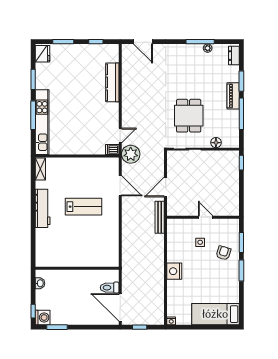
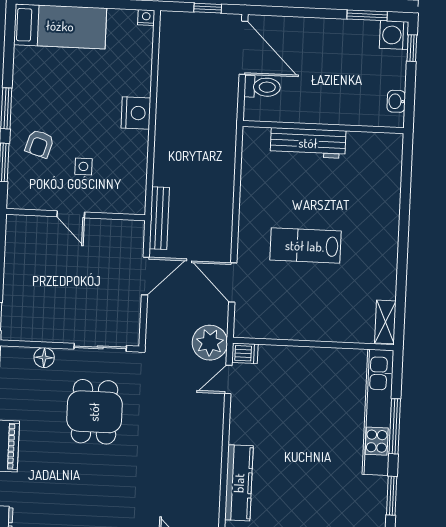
workbench: (43, 208) -> (308, 143), moved, turned -90

